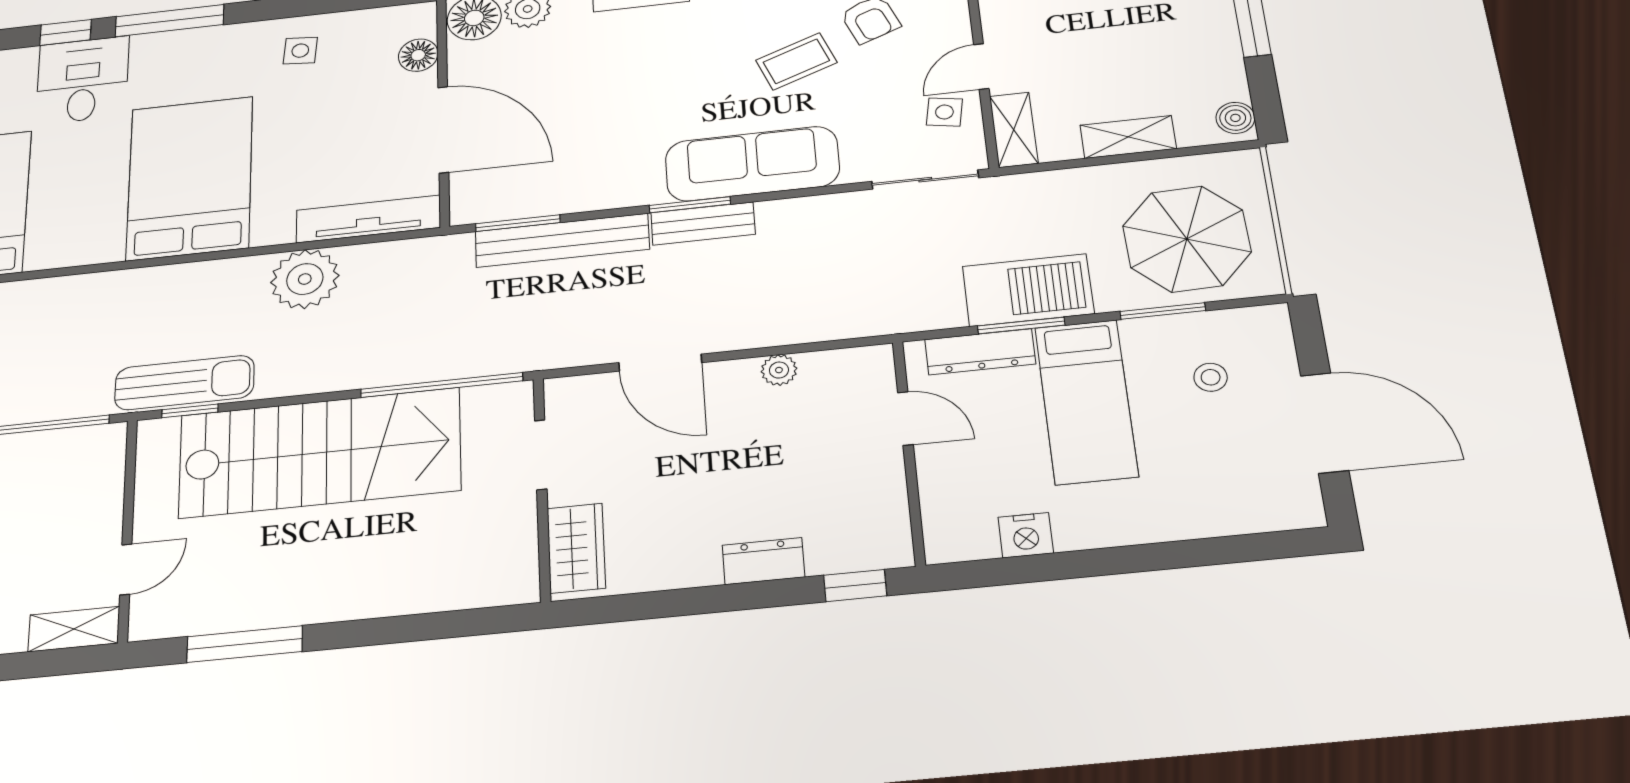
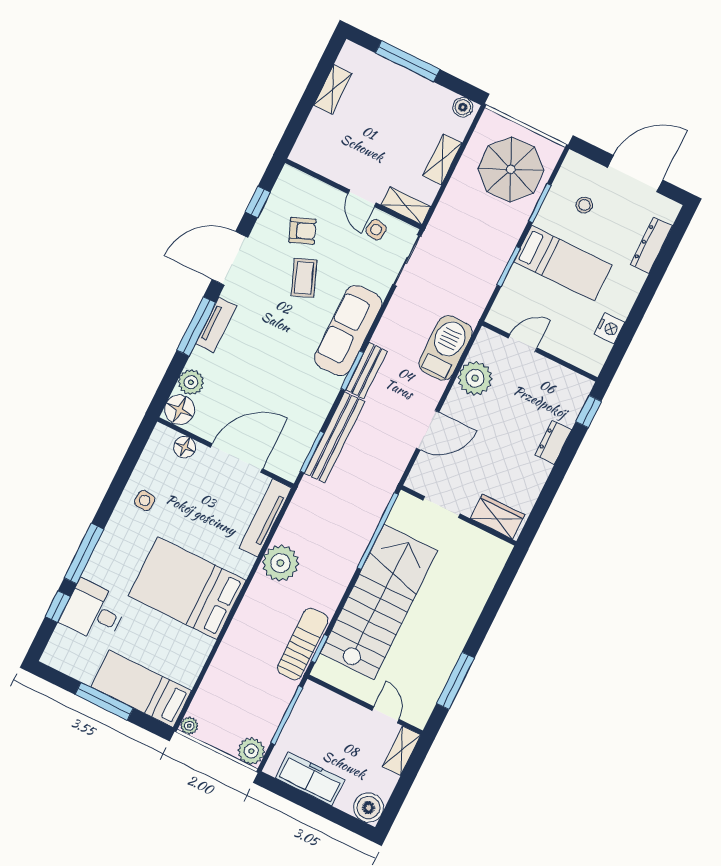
barbecue: (1028, 290) -> (446, 348), moved
dresser: (980, 352) -> (651, 245), moved, turned 180
plant: (779, 370) -> (475, 378), width x1.87, depth x1.87

